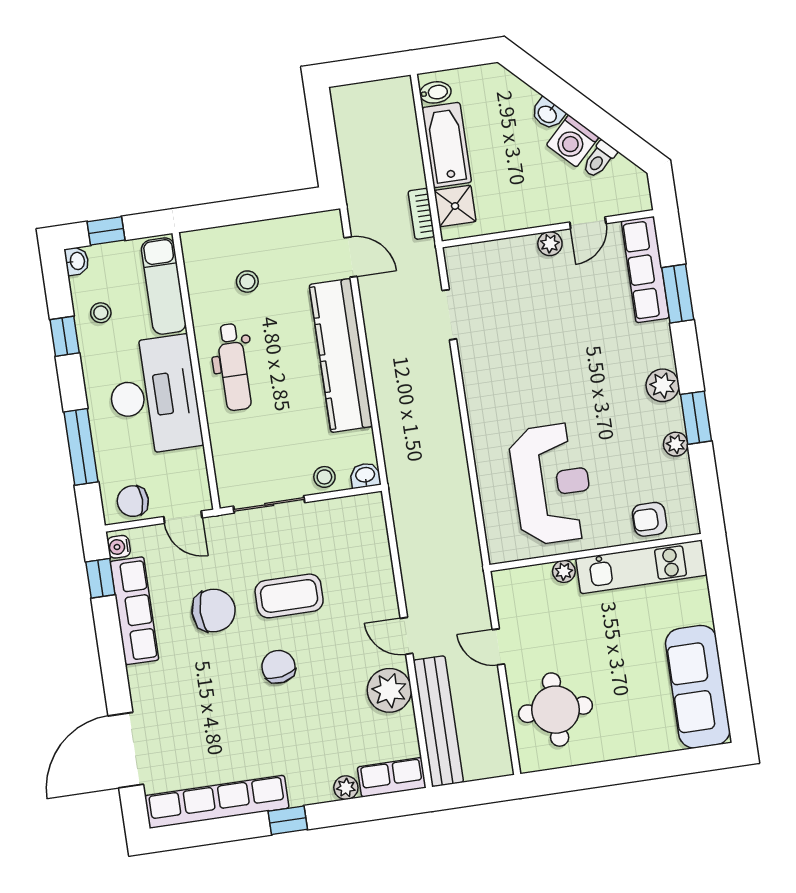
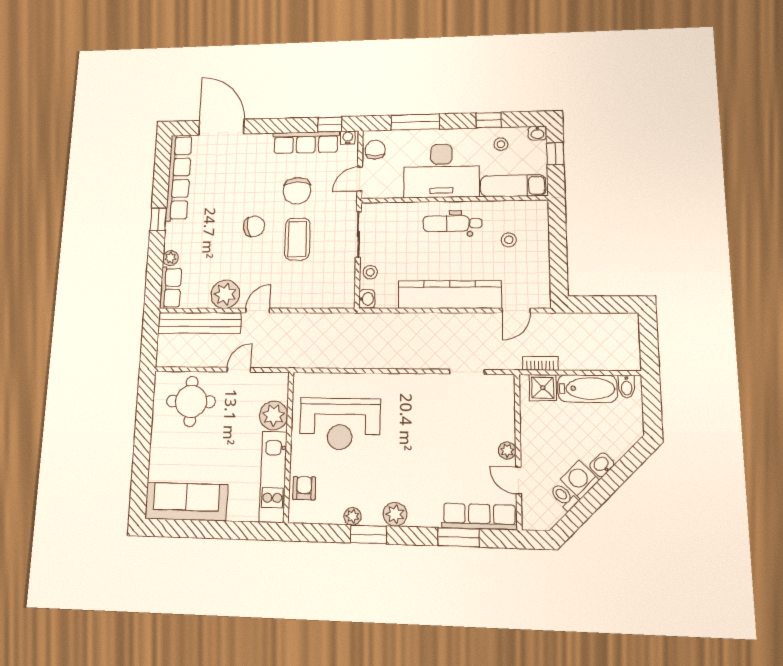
plant: (564, 571) -> (274, 415), width x1.88, depth x1.88

